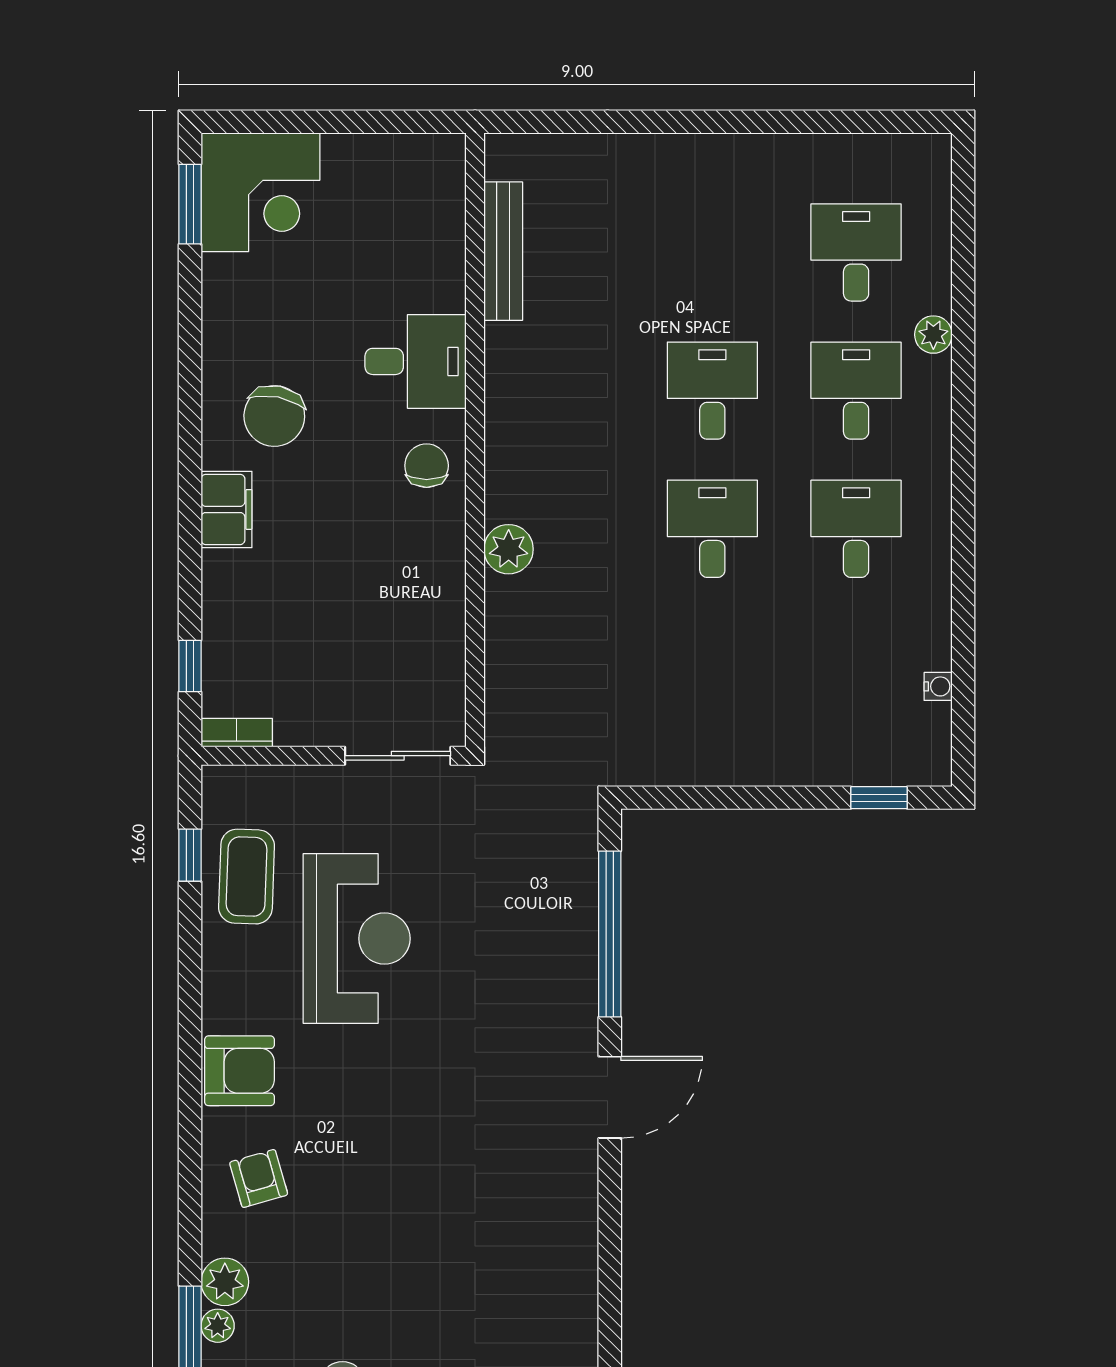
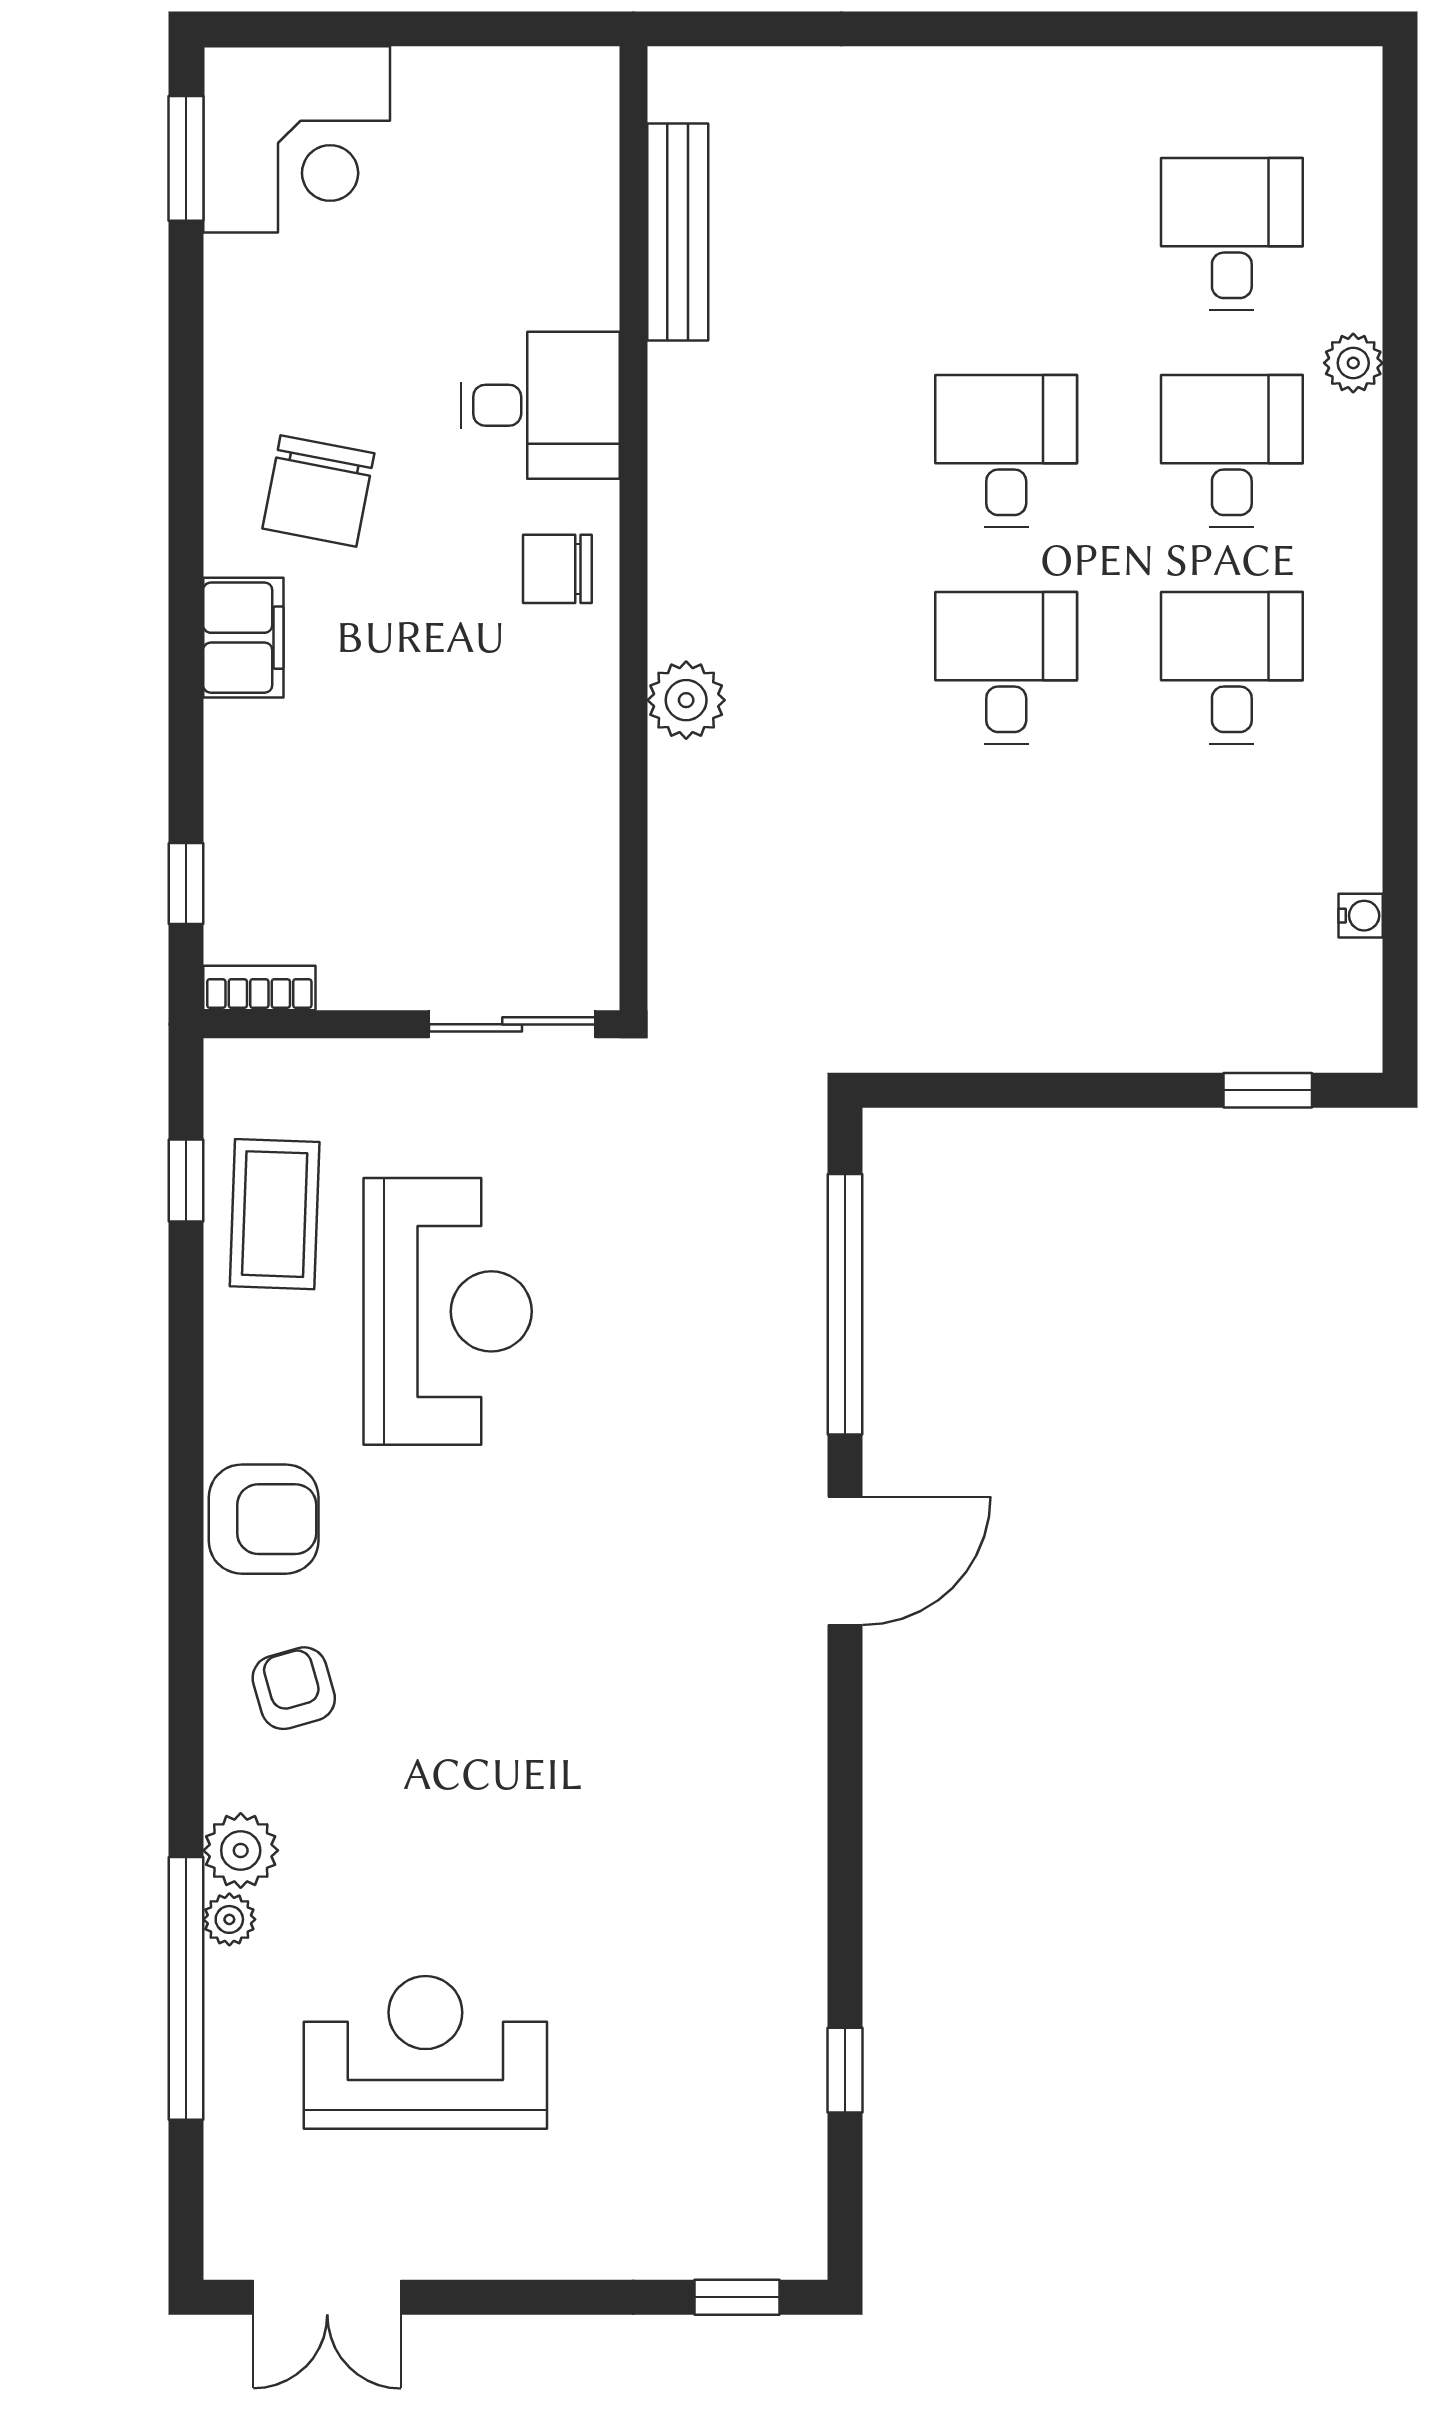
chair: (427, 466) -> (557, 569), turned -90

